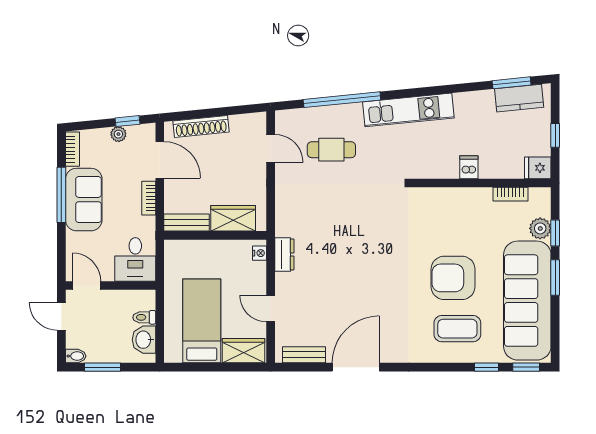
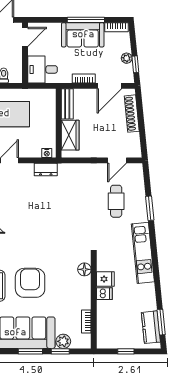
window: (342, 100) -> (150, 208), width x0.47
fridge: (538, 168) -> (105, 279), moved, turned 90
floor lamp: (433, 197) -> (84, 269), added

